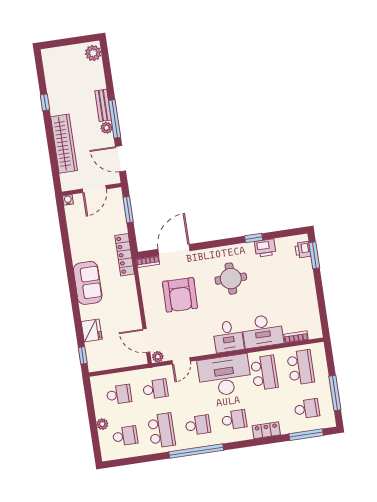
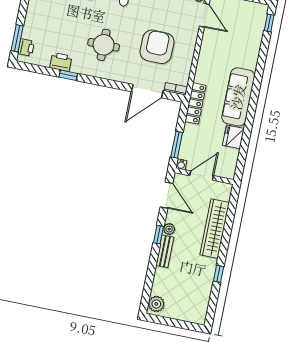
window: (115, 119) -> (159, 235), width x0.46
water cooler: (68, 200) -> (181, 164), moved
sofa: (88, 283) -> (238, 97), width x1.36
fridge: (92, 330) -> (233, 137), moved

